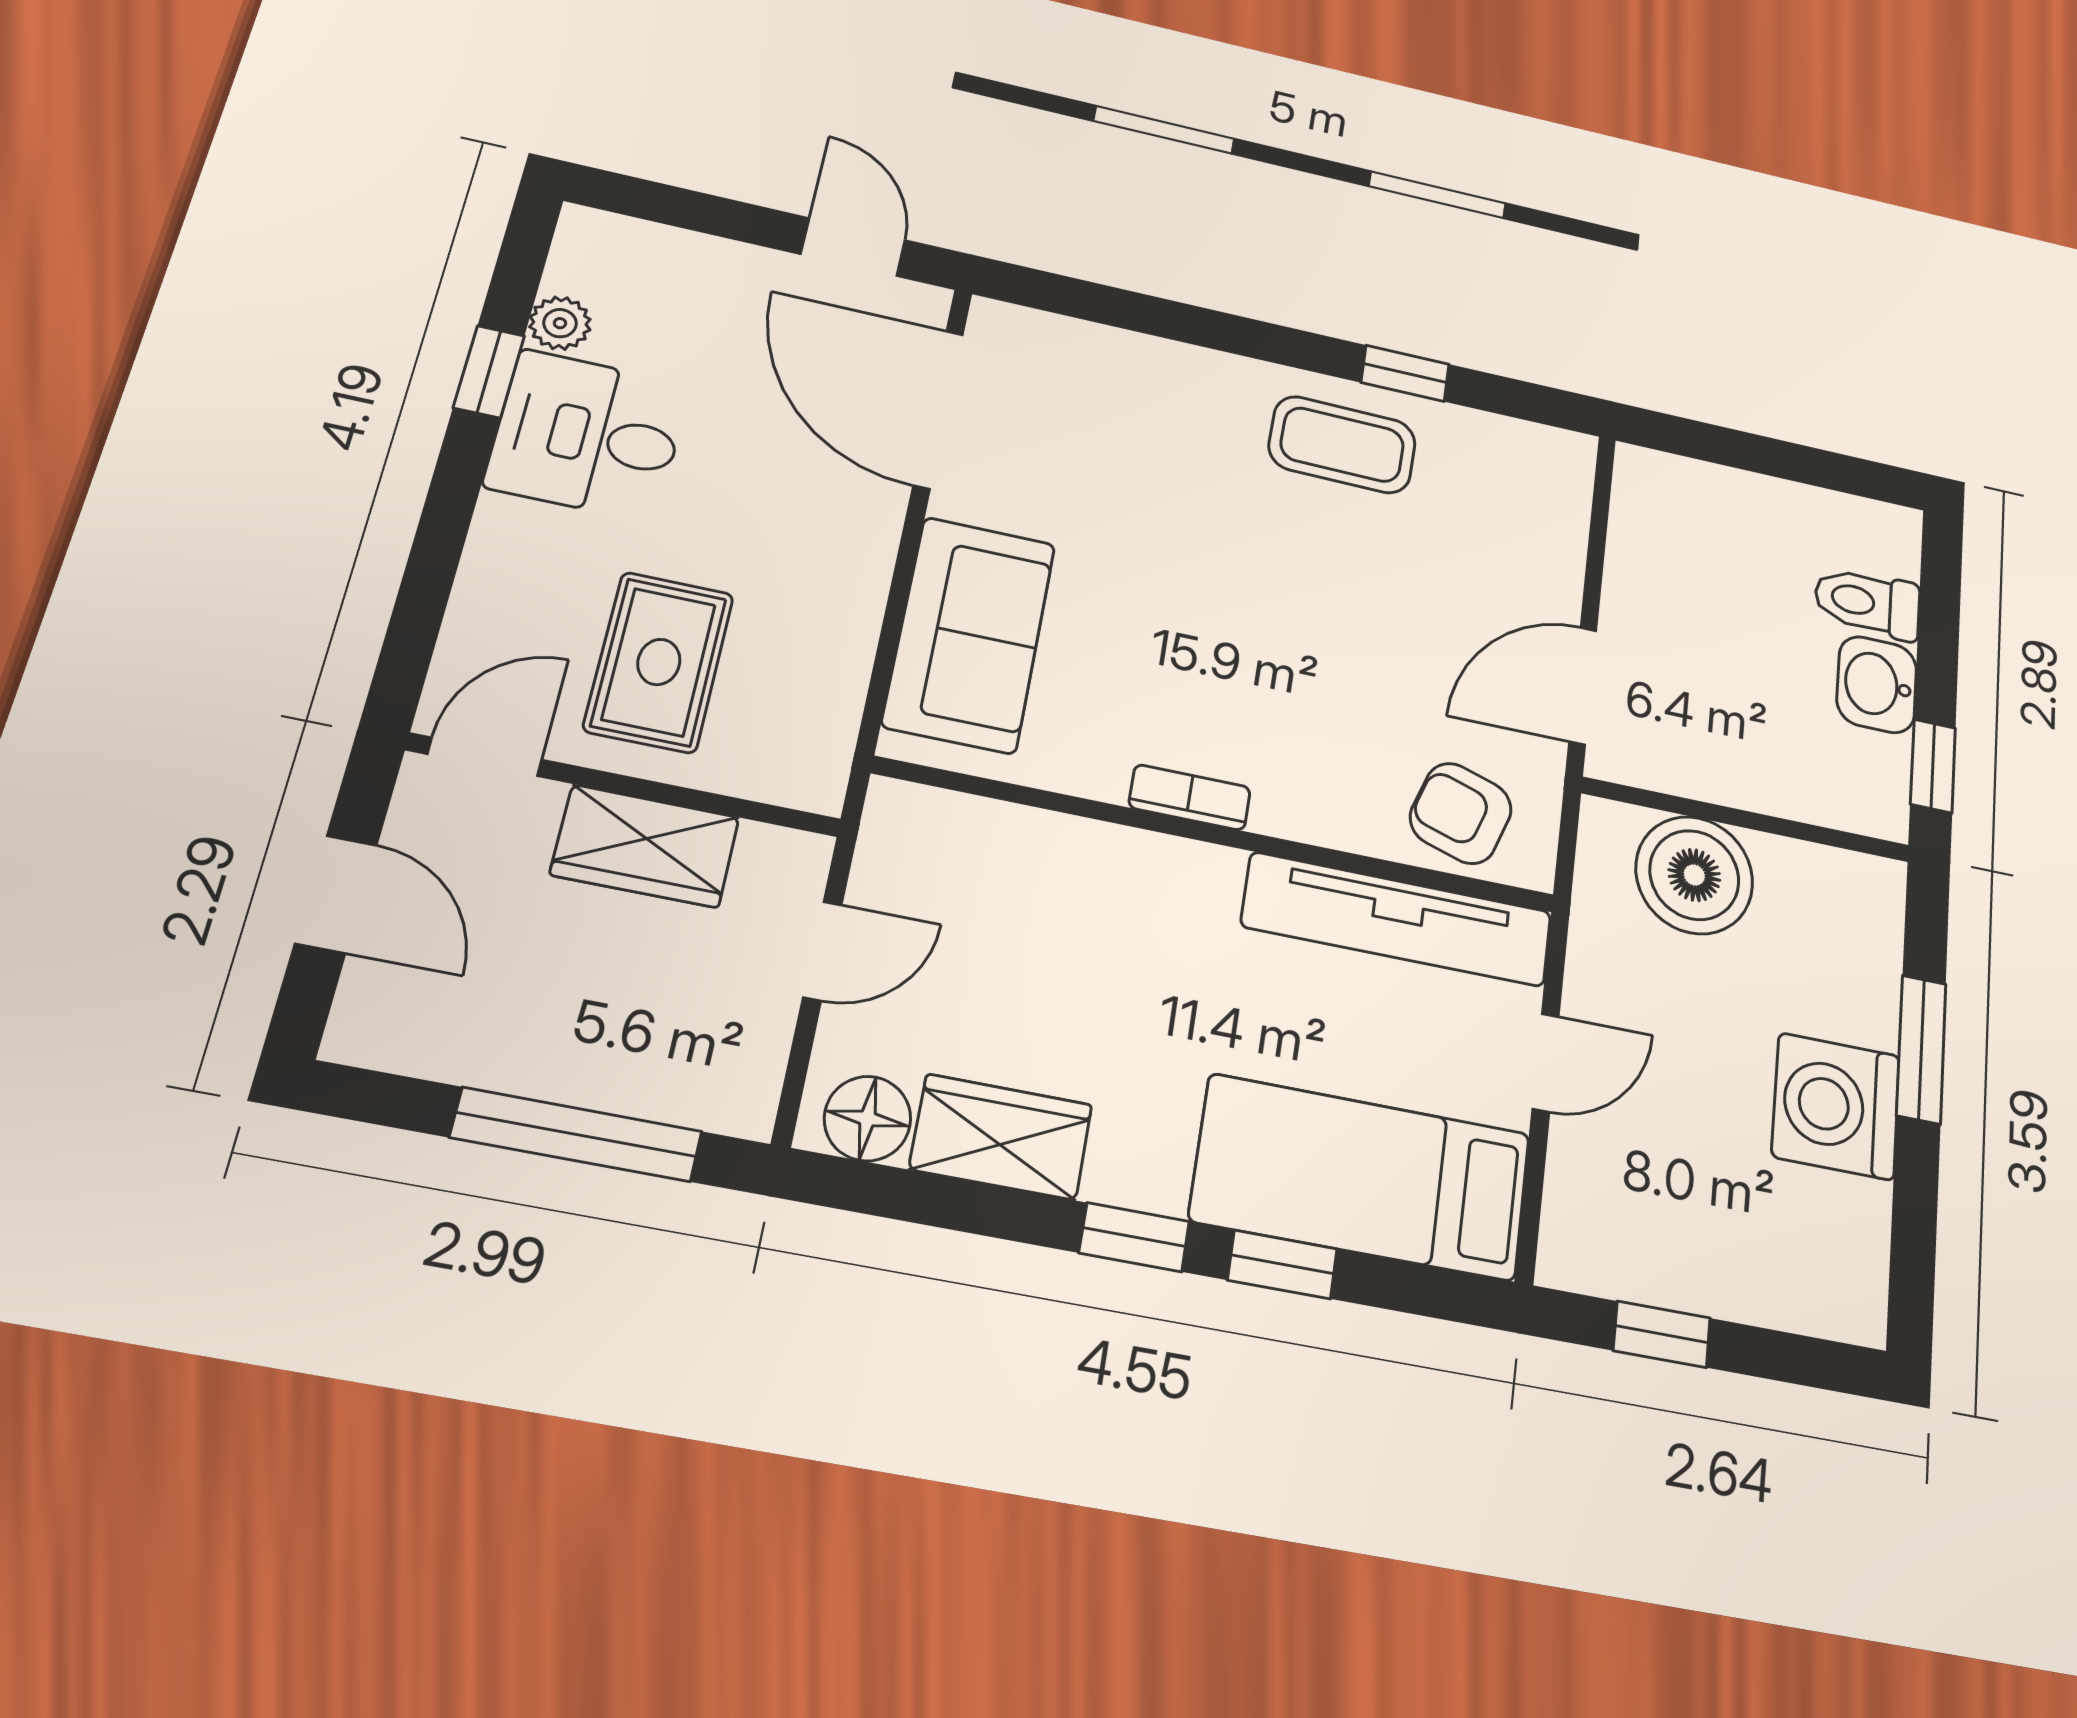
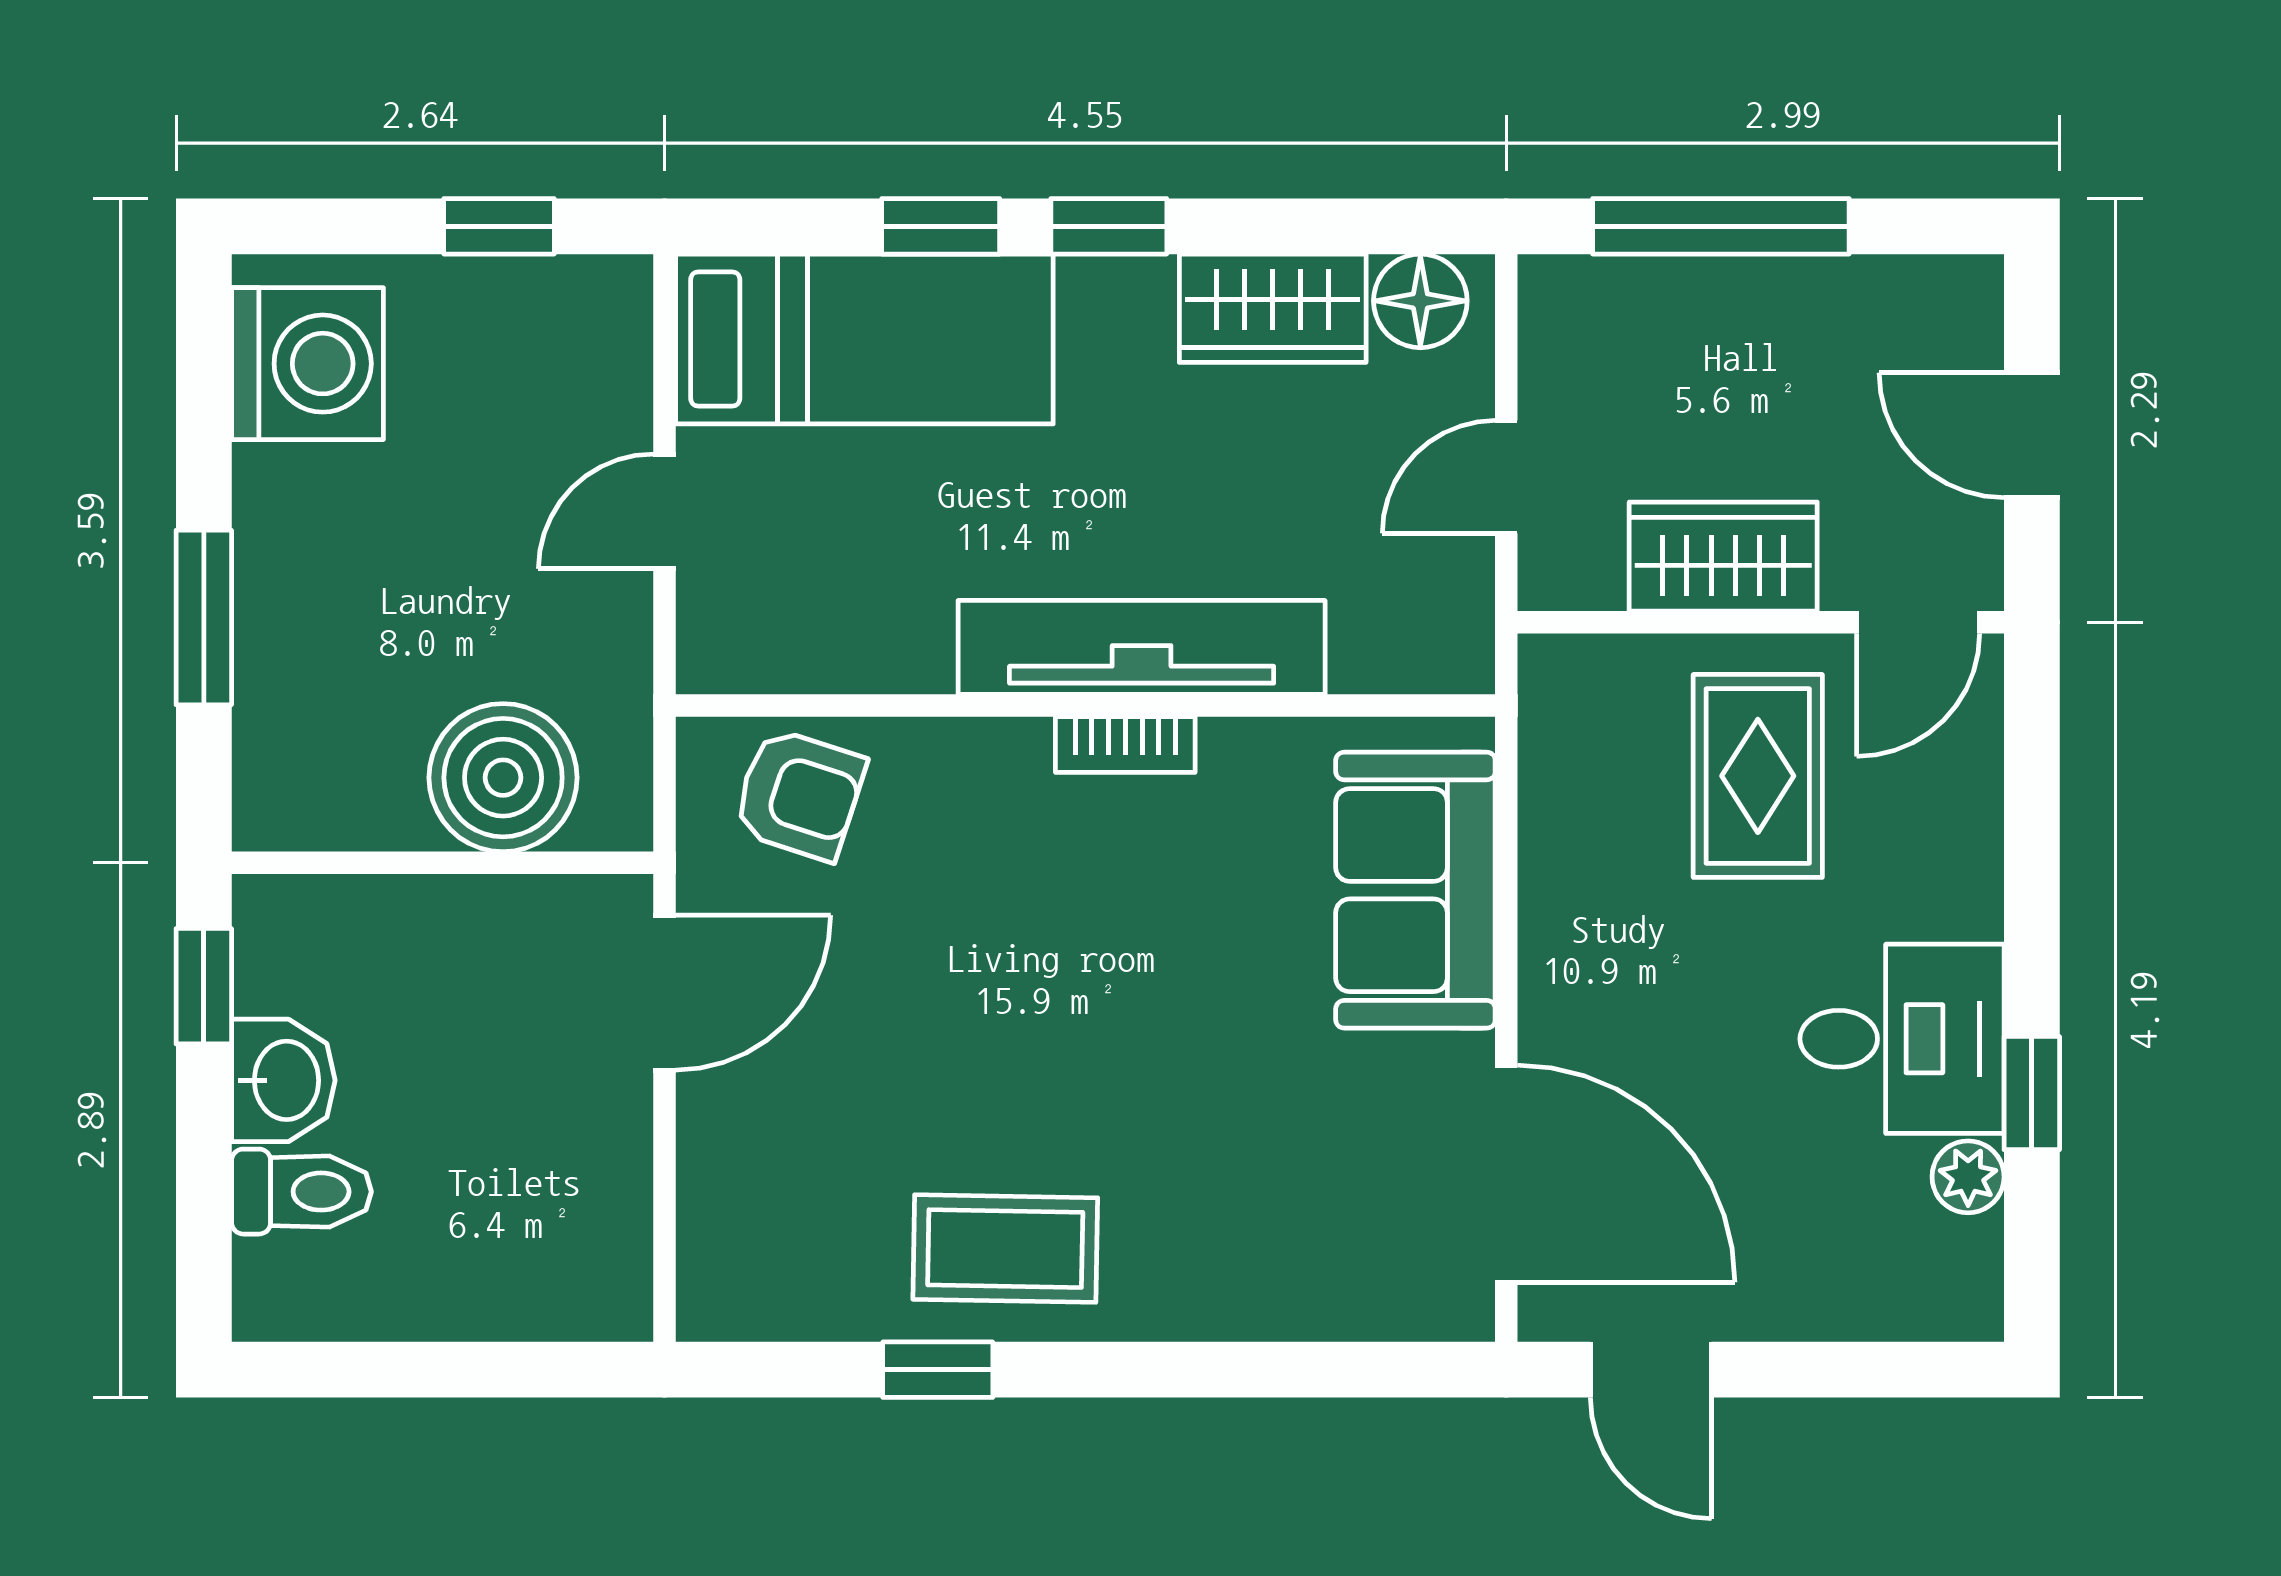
tv unit: (1397, 919) -> (1142, 647), moved
washing machine: (1836, 1106) -> (307, 364), moved

